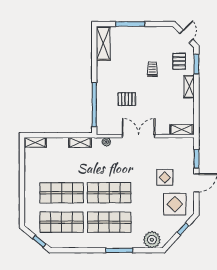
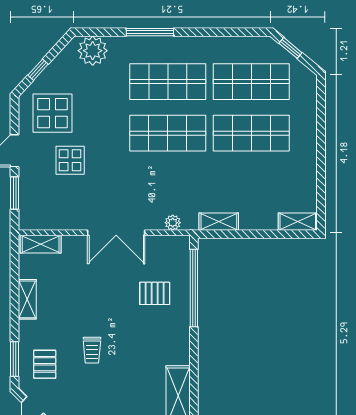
shelving: (189, 87) -> (27, 299), moved
pallet: (127, 99) -> (155, 293), moved

